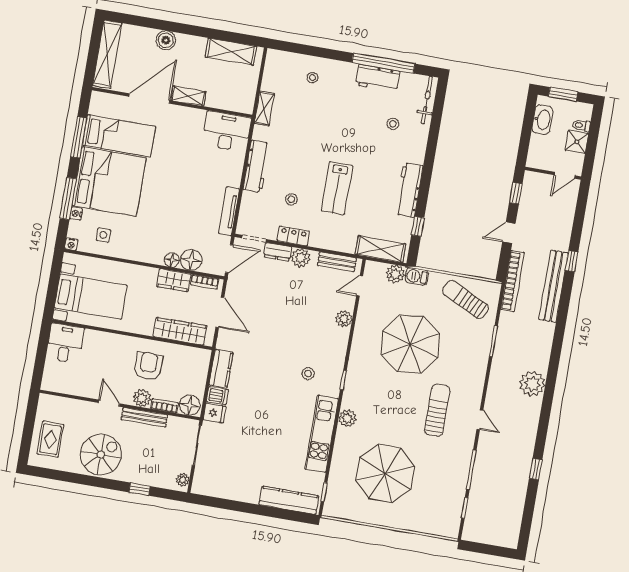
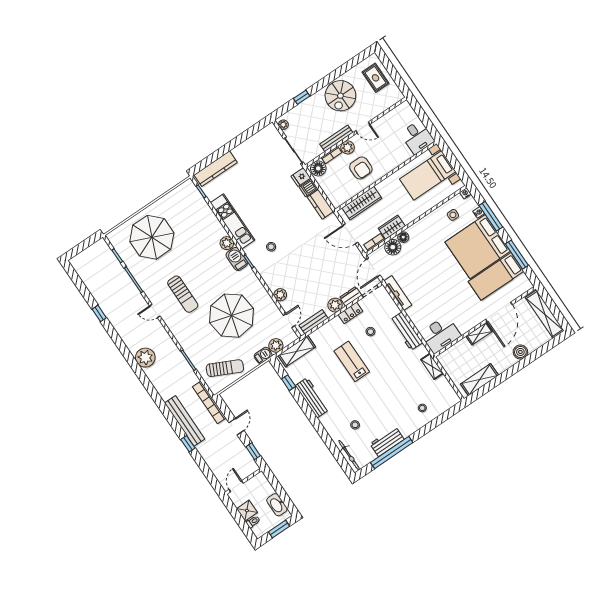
barbecue: (353, 394) -> (237, 259), added
parasol: (385, 473) -> (152, 237), moved

